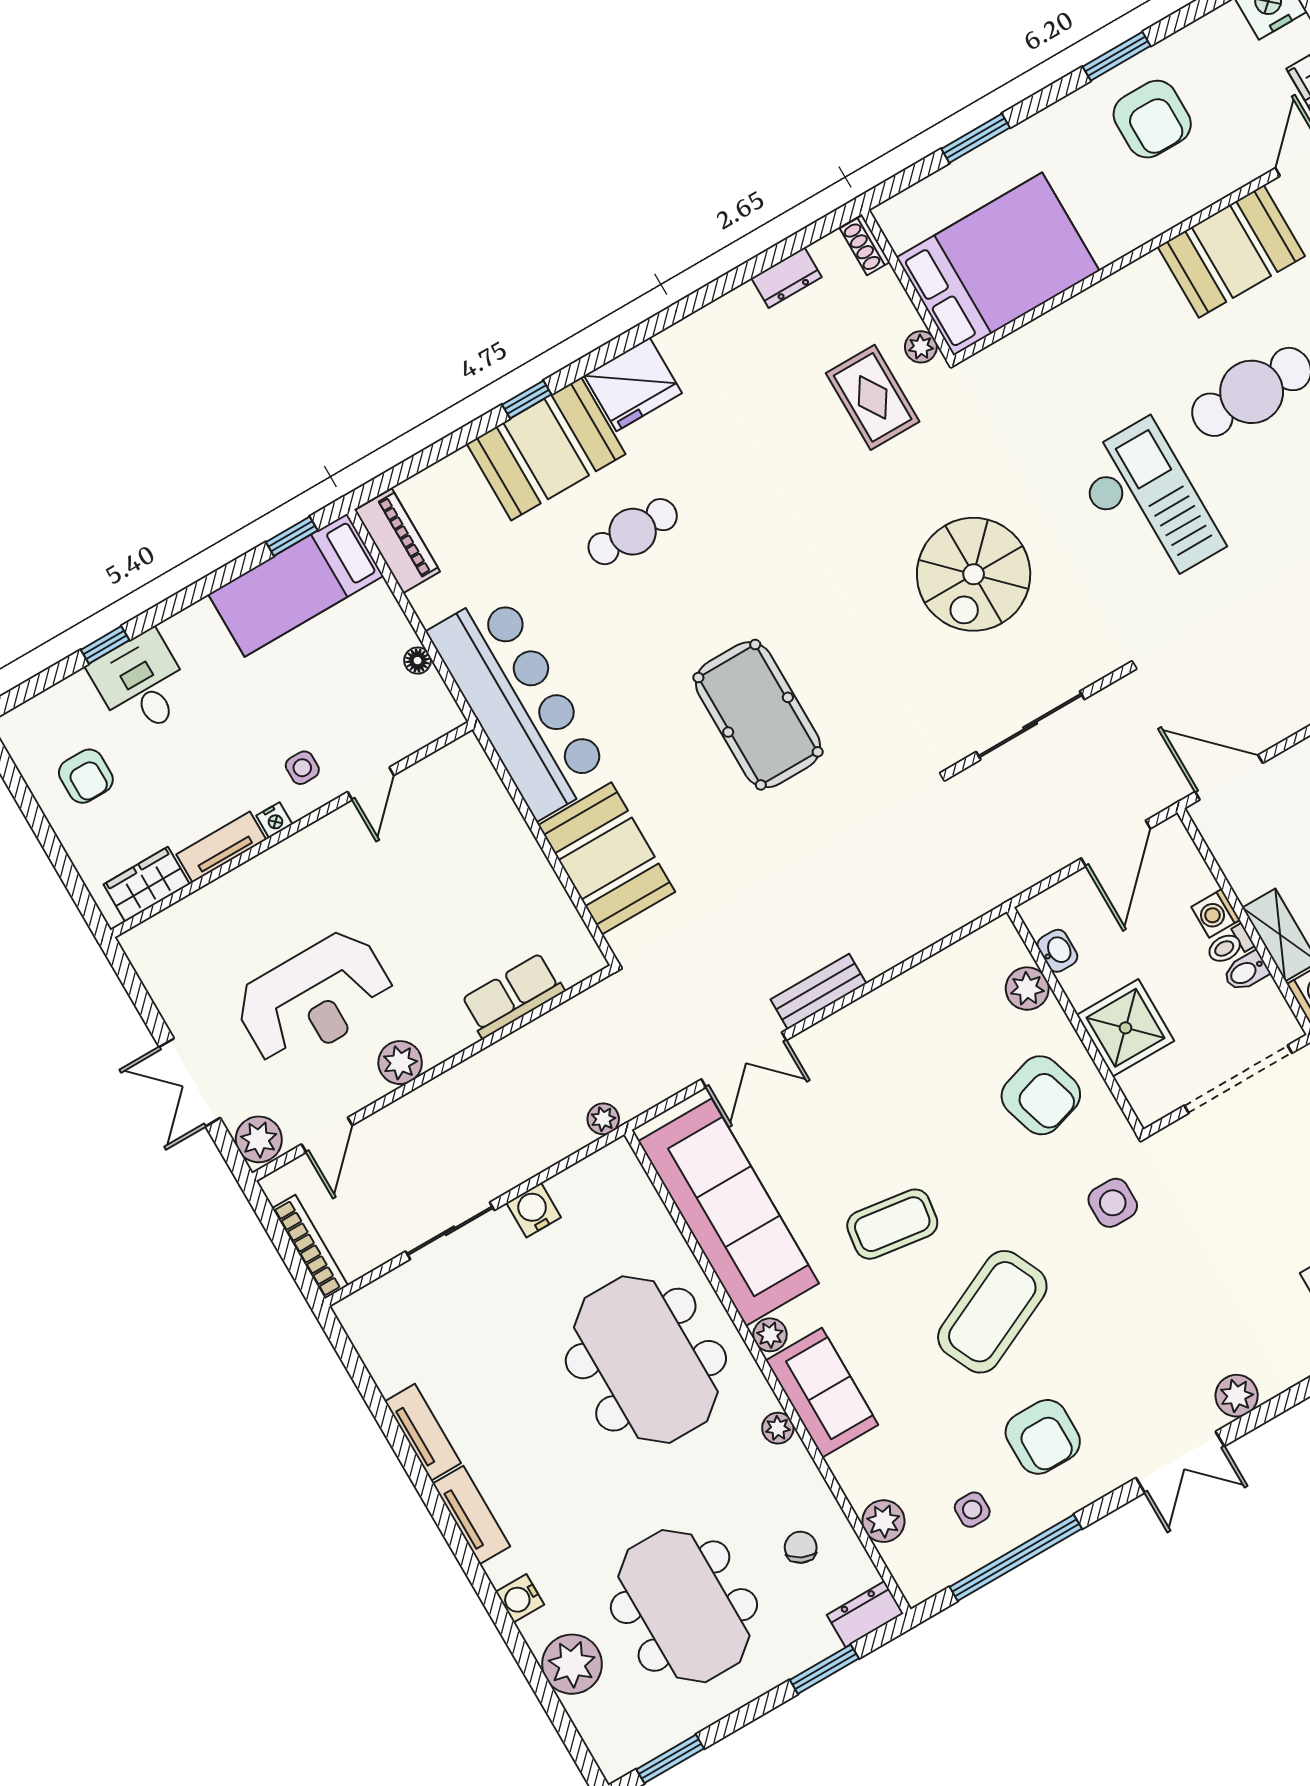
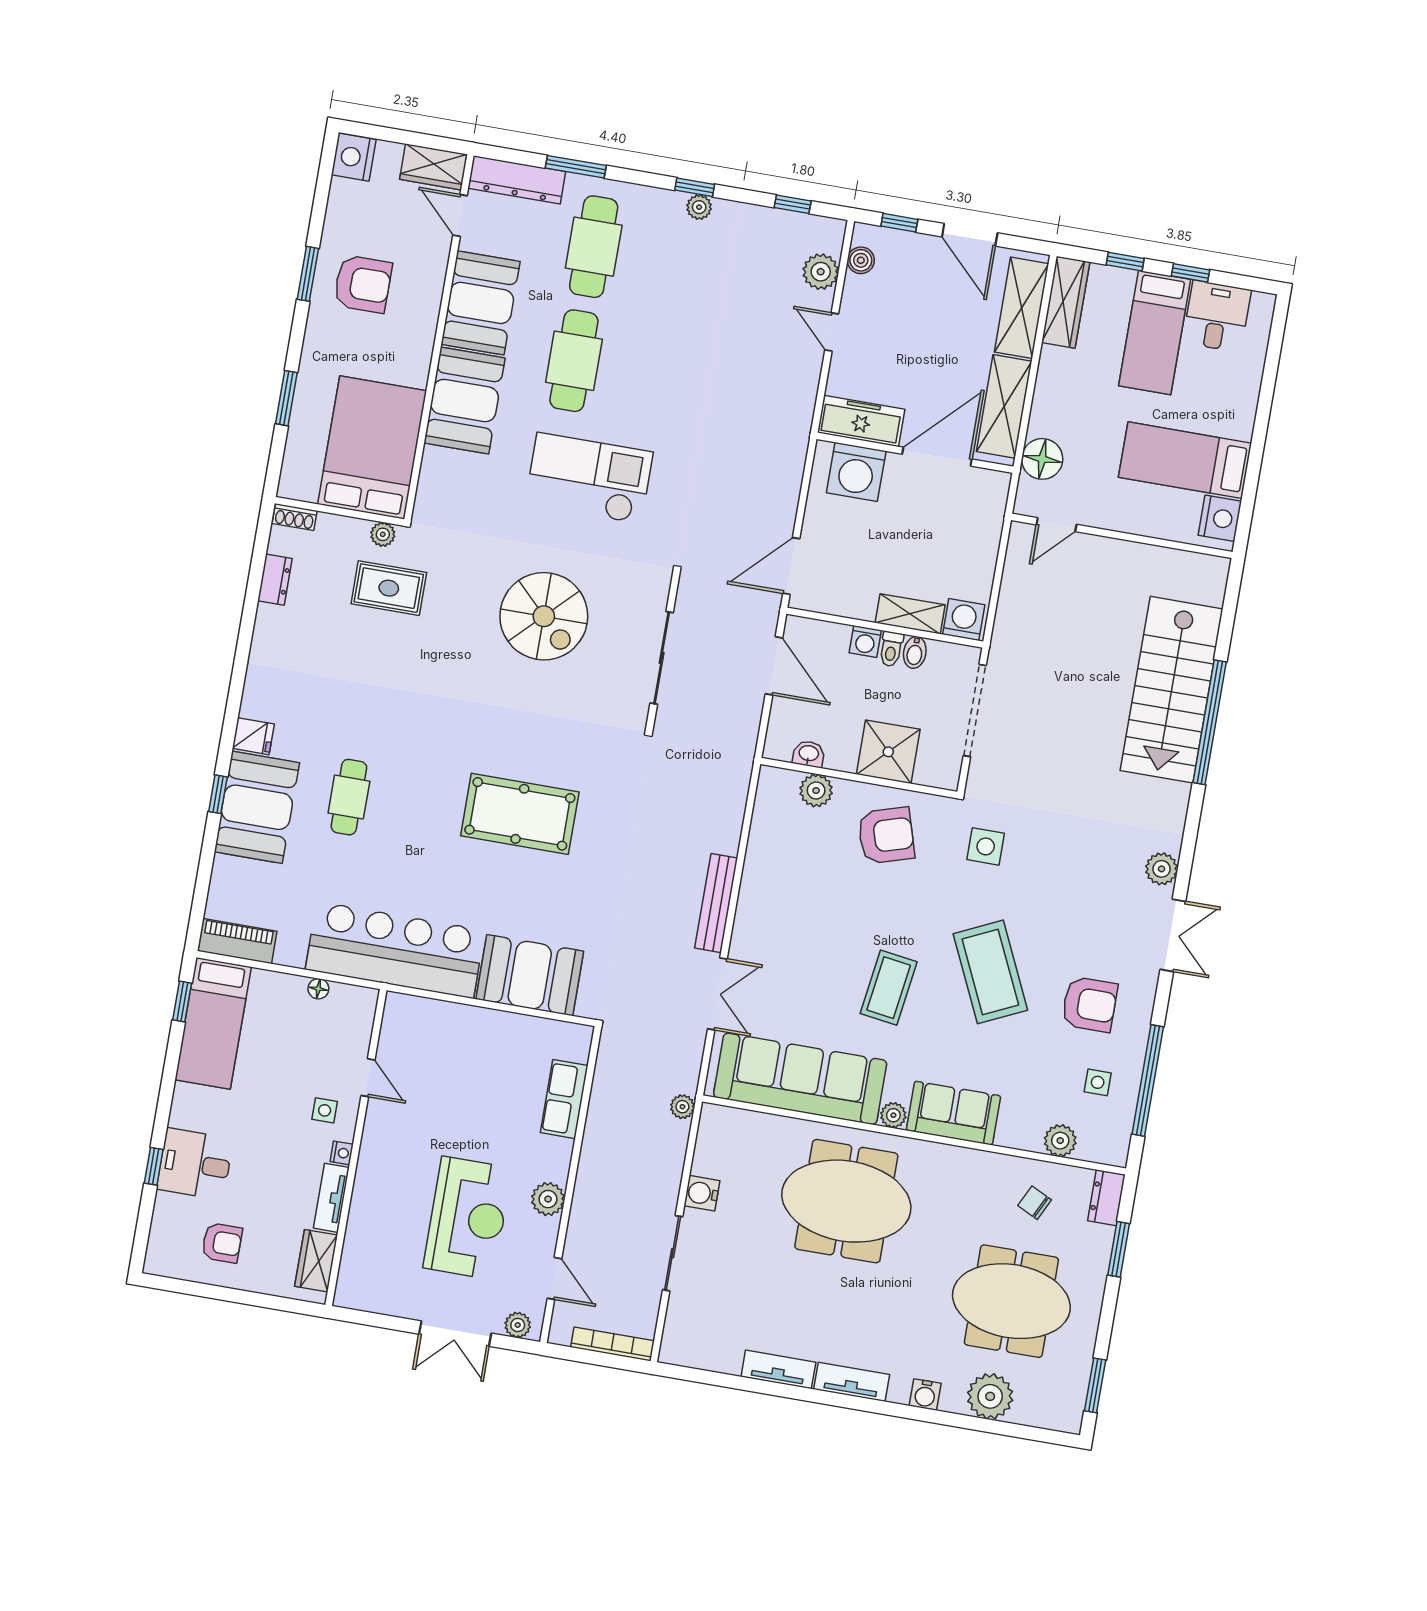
booth: (1121, 317) -> (465, 401), added
fridge: (633, 384) -> (253, 736), width x0.53, depth x0.75
bench: (818, 992) -> (716, 903), width x1.36
plant: (259, 1139) -> (518, 1325), width x0.73, depth x0.73
plant: (778, 1428) -> (953, 1157), removed

